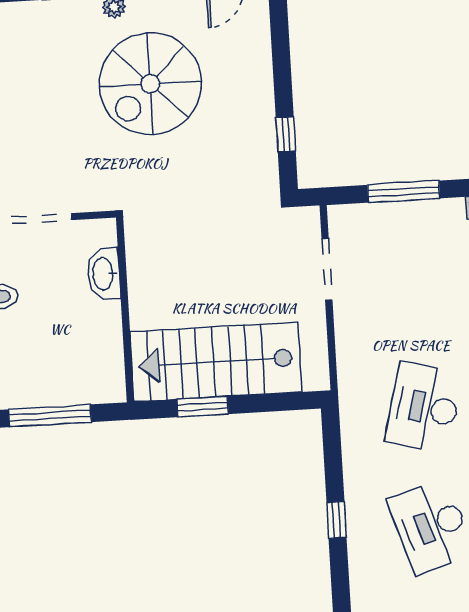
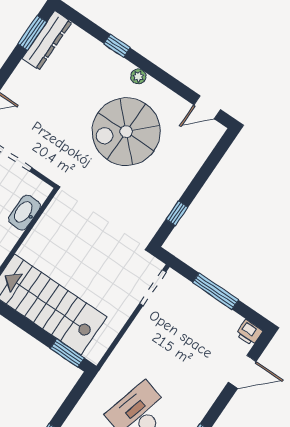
doorway: (327, 269) -> (153, 288), moved
window: (203, 407) -> (67, 353), moved

